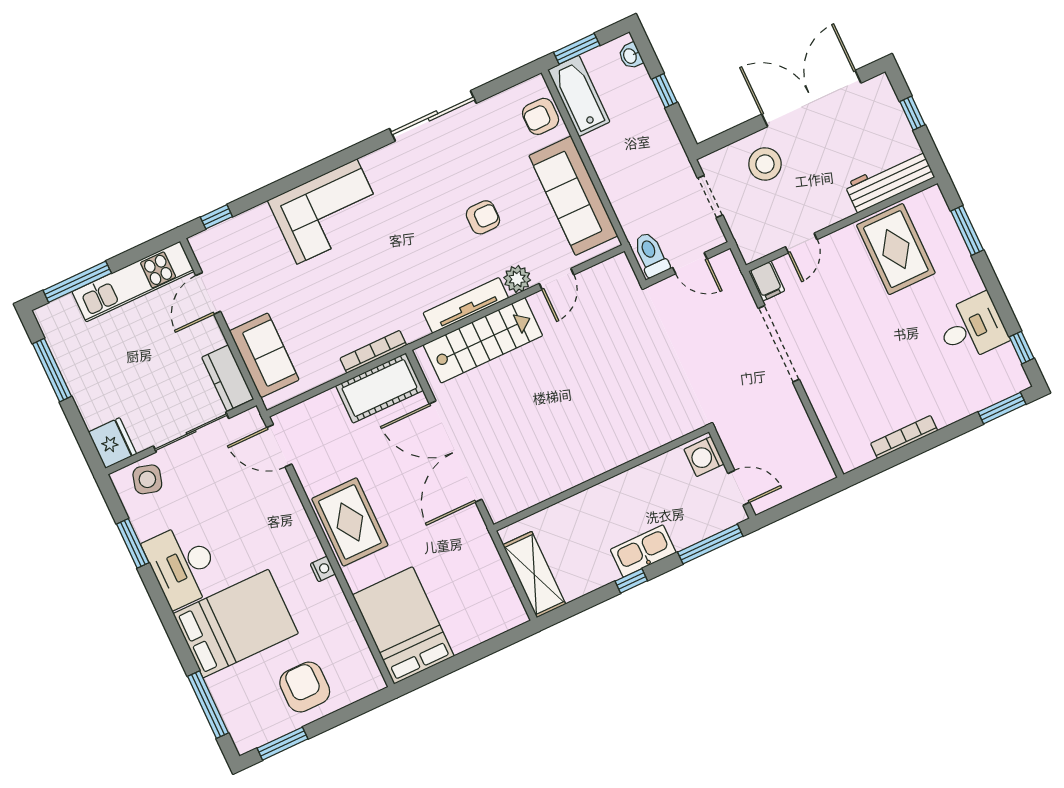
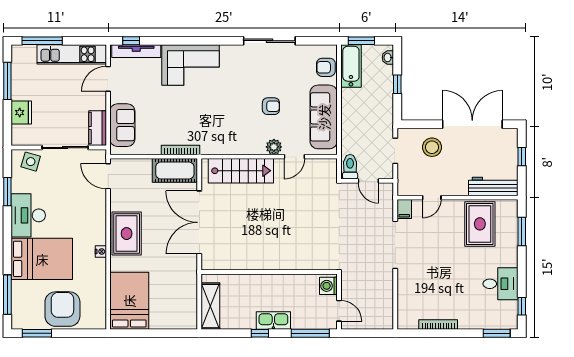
tv unit: (466, 305) -> (136, 51), moved, turned 180
fridge: (112, 443) -> (21, 113), moved
armchair: (305, 687) -> (62, 309), width x1.36, depth x1.36

